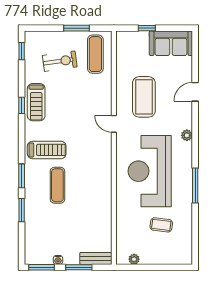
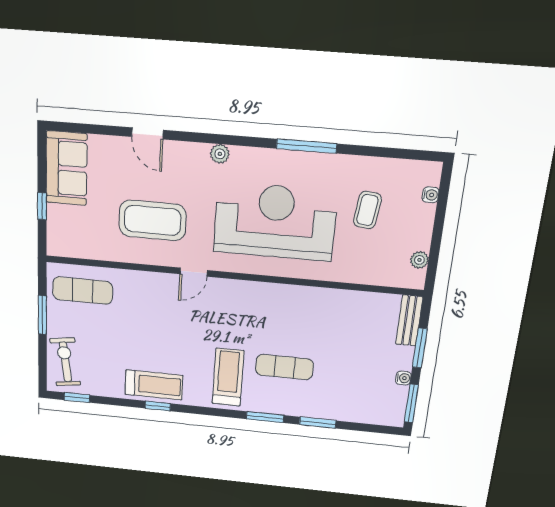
exercise bike: (60, 61) -> (65, 362), moved
reception desk: (150, 171) -> (275, 222), turned 180
water cooler: (173, 260) -> (430, 195), added

